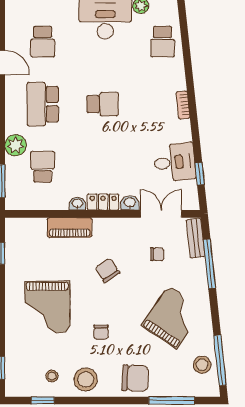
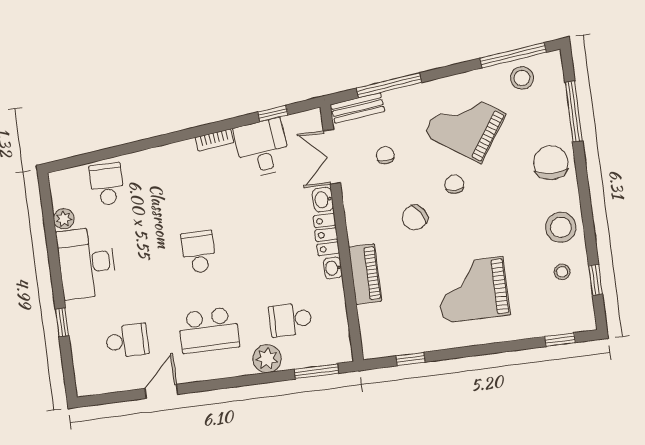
school desk: (163, 42) -> (107, 184), turned -90
bookcase: (183, 105) -> (214, 140), moved
grand piano: (47, 307) -> (473, 290), turned 180
chair: (101, 332) -> (454, 184), moved, turned -90

